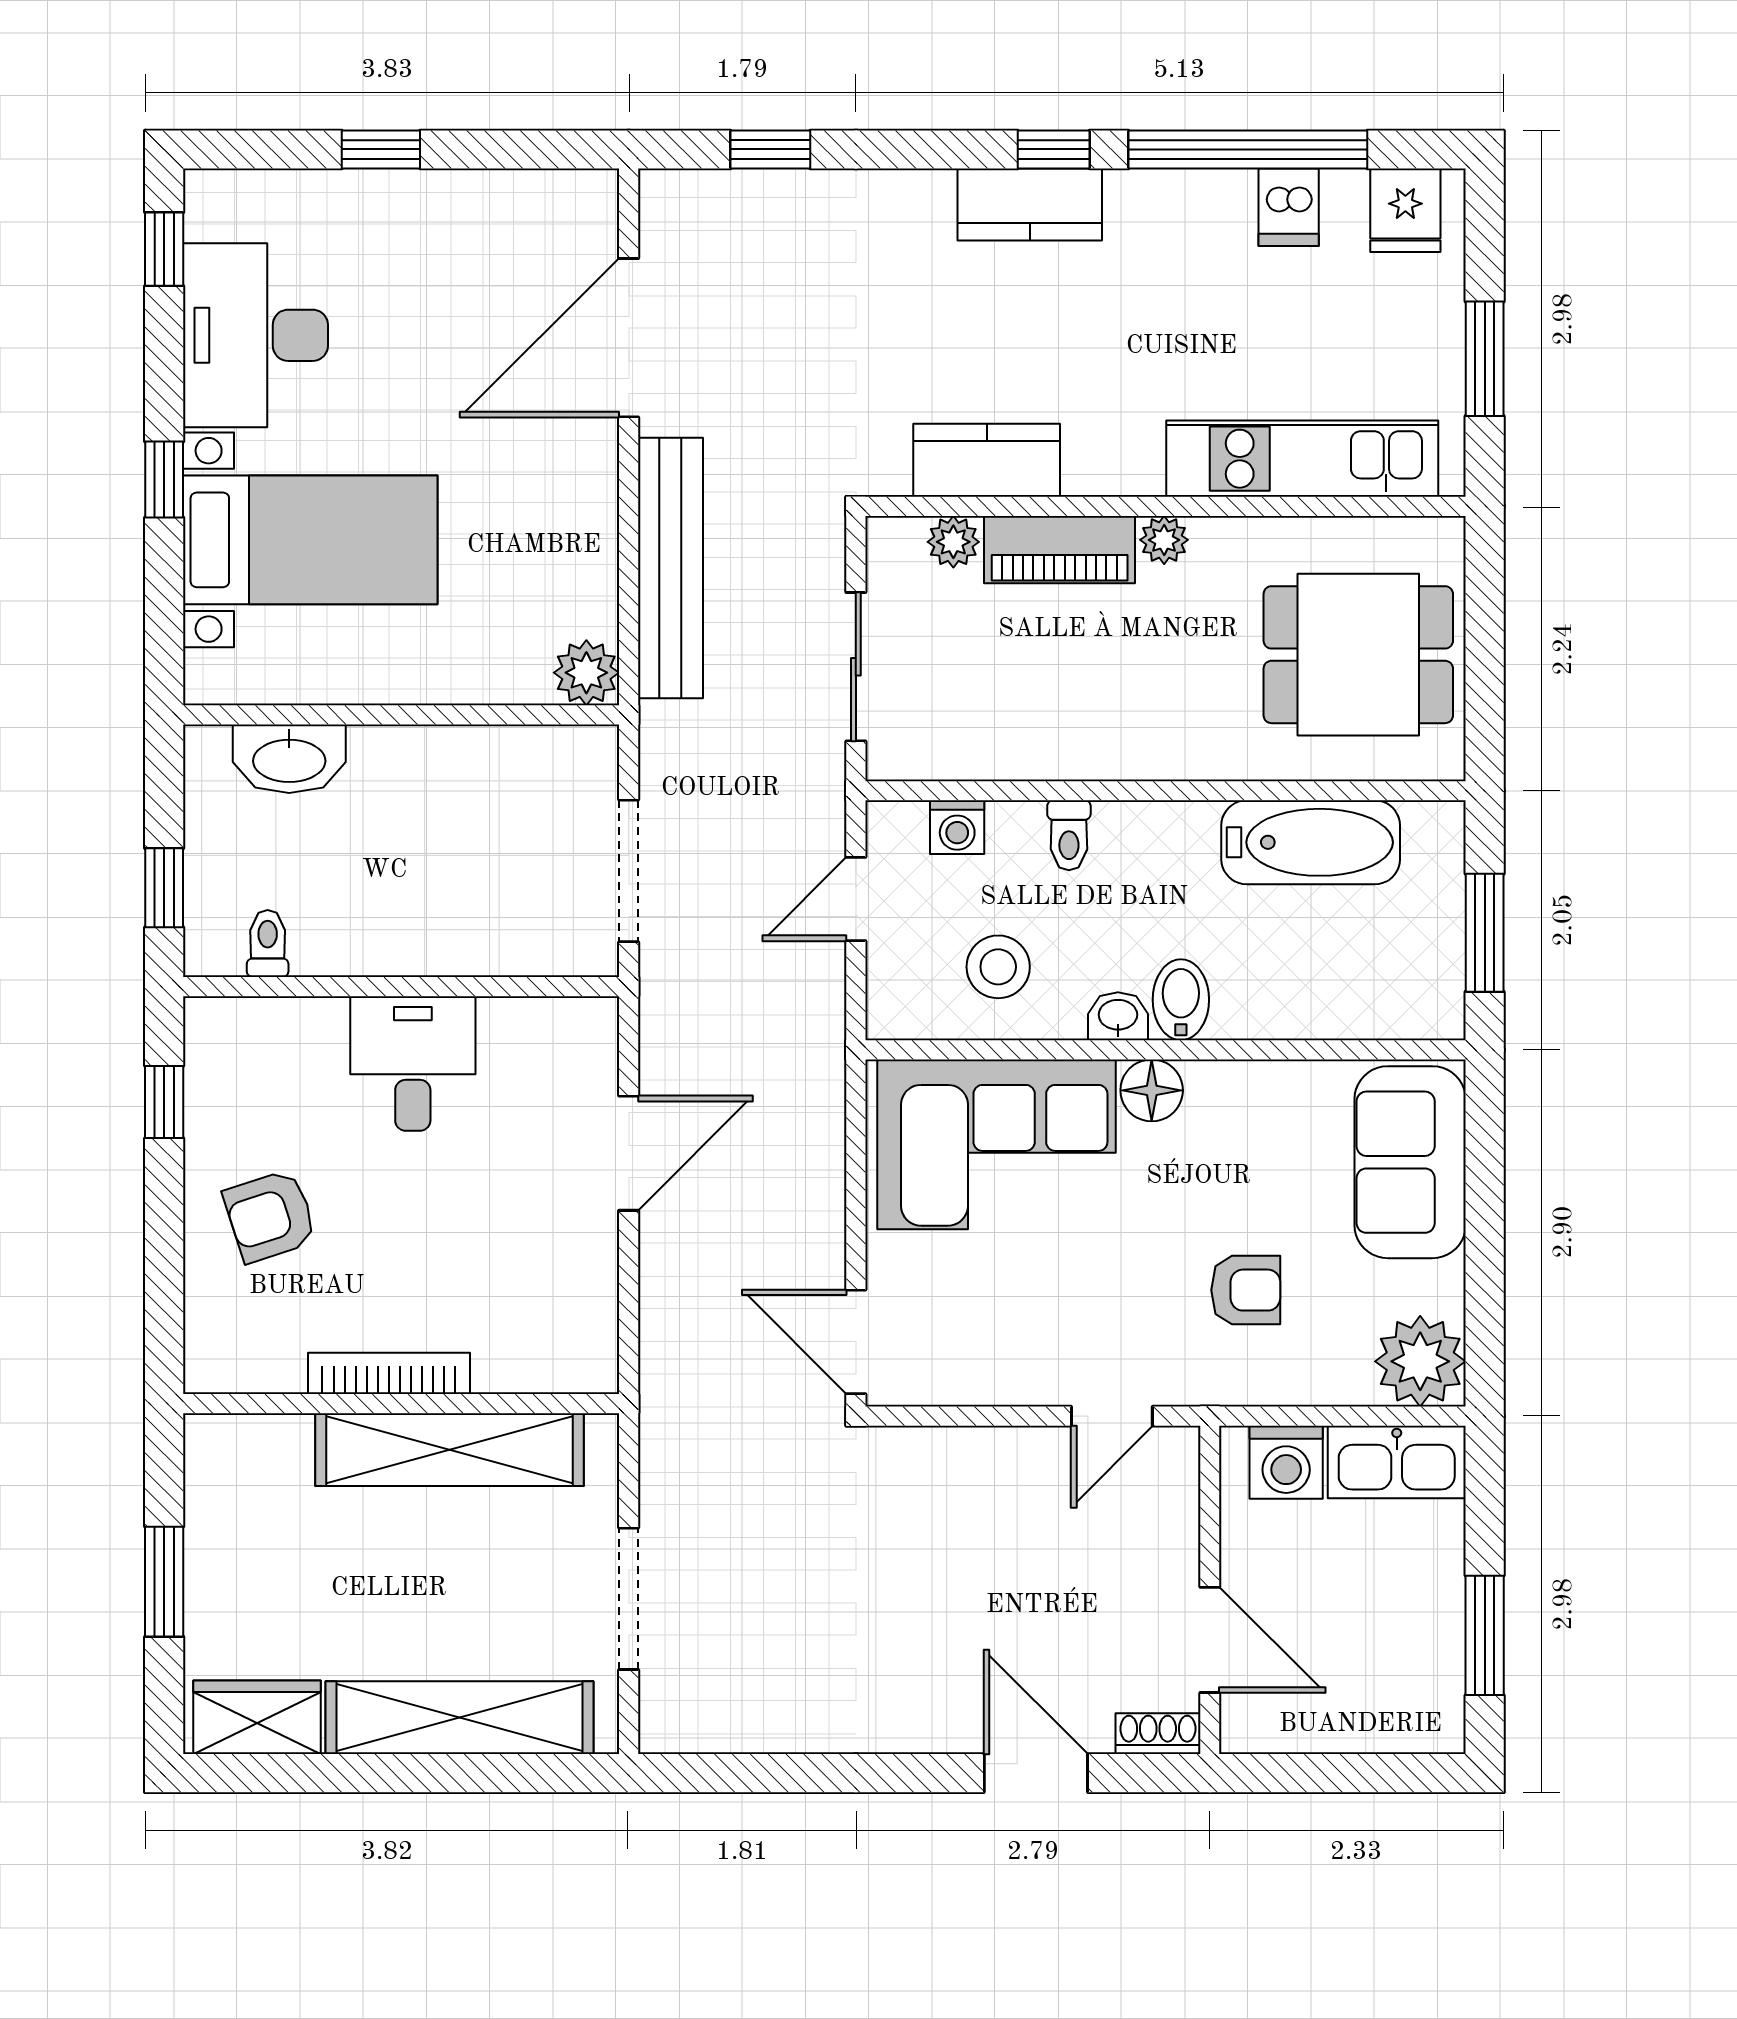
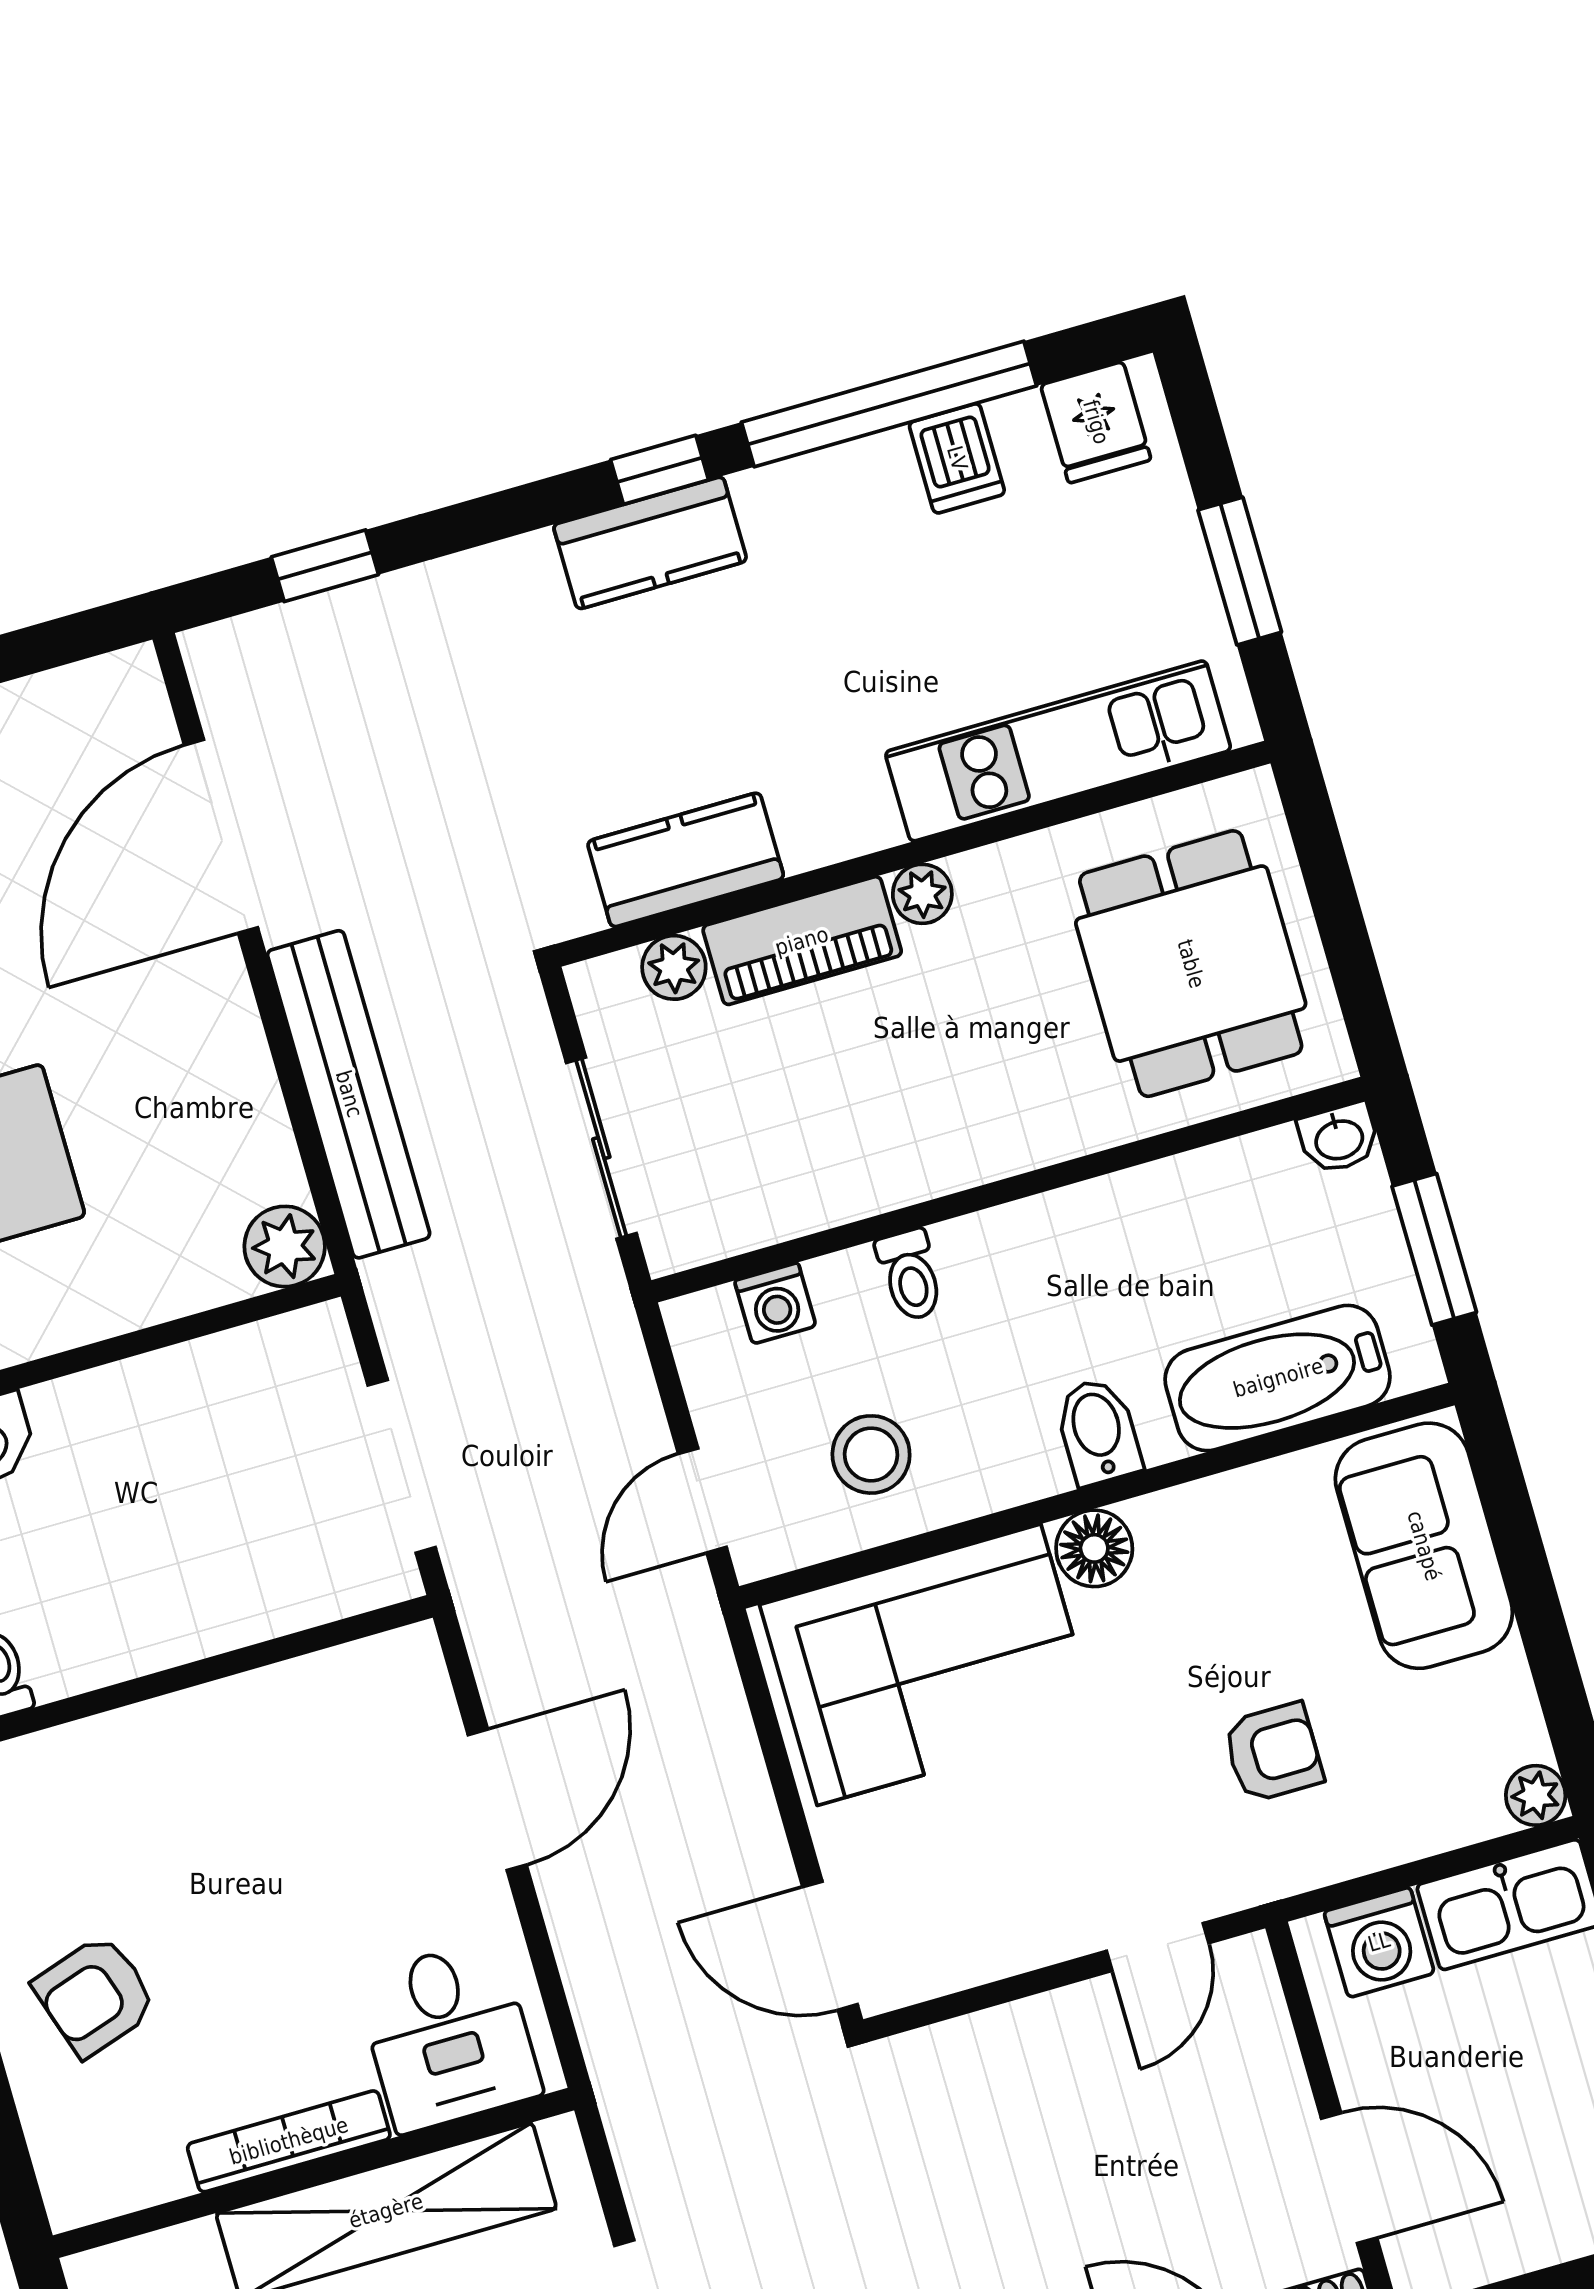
dining table: (1358, 655) -> (1191, 964), turned 90
bathtub: (1311, 842) -> (1278, 1378), moved, turned 180
door: (856, 899) -> (702, 1500), moved
washbasin: (1118, 1016) -> (1339, 1138), moved, turned 180
desk: (413, 1064) -> (448, 2036), moved, turned 180
plant: (1420, 1361) -> (1536, 1795), width x0.53, depth x0.53

